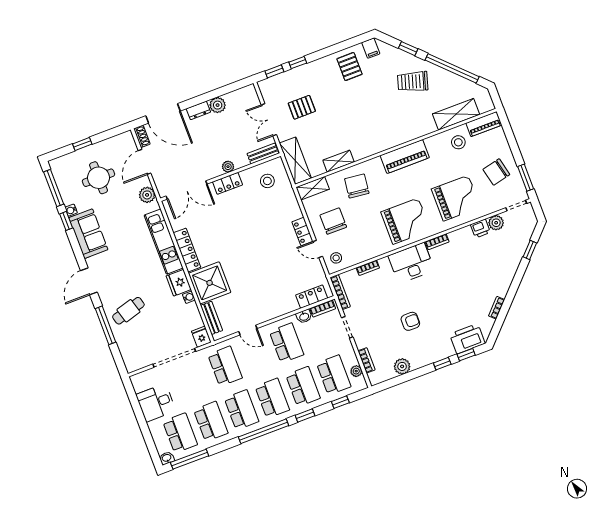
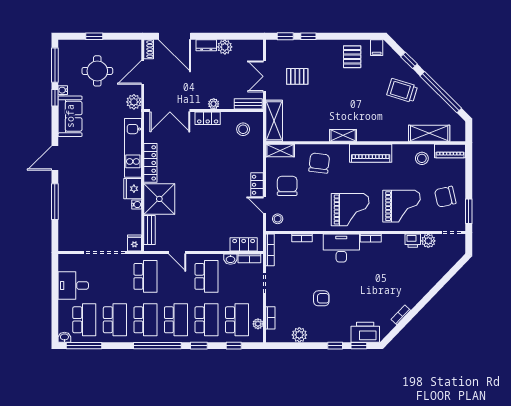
shelving: (339, 161) -> (343, 135), moved
window: (530, 250) -> (449, 276), removed
cafe table: (128, 311) -> (80, 196), removed

